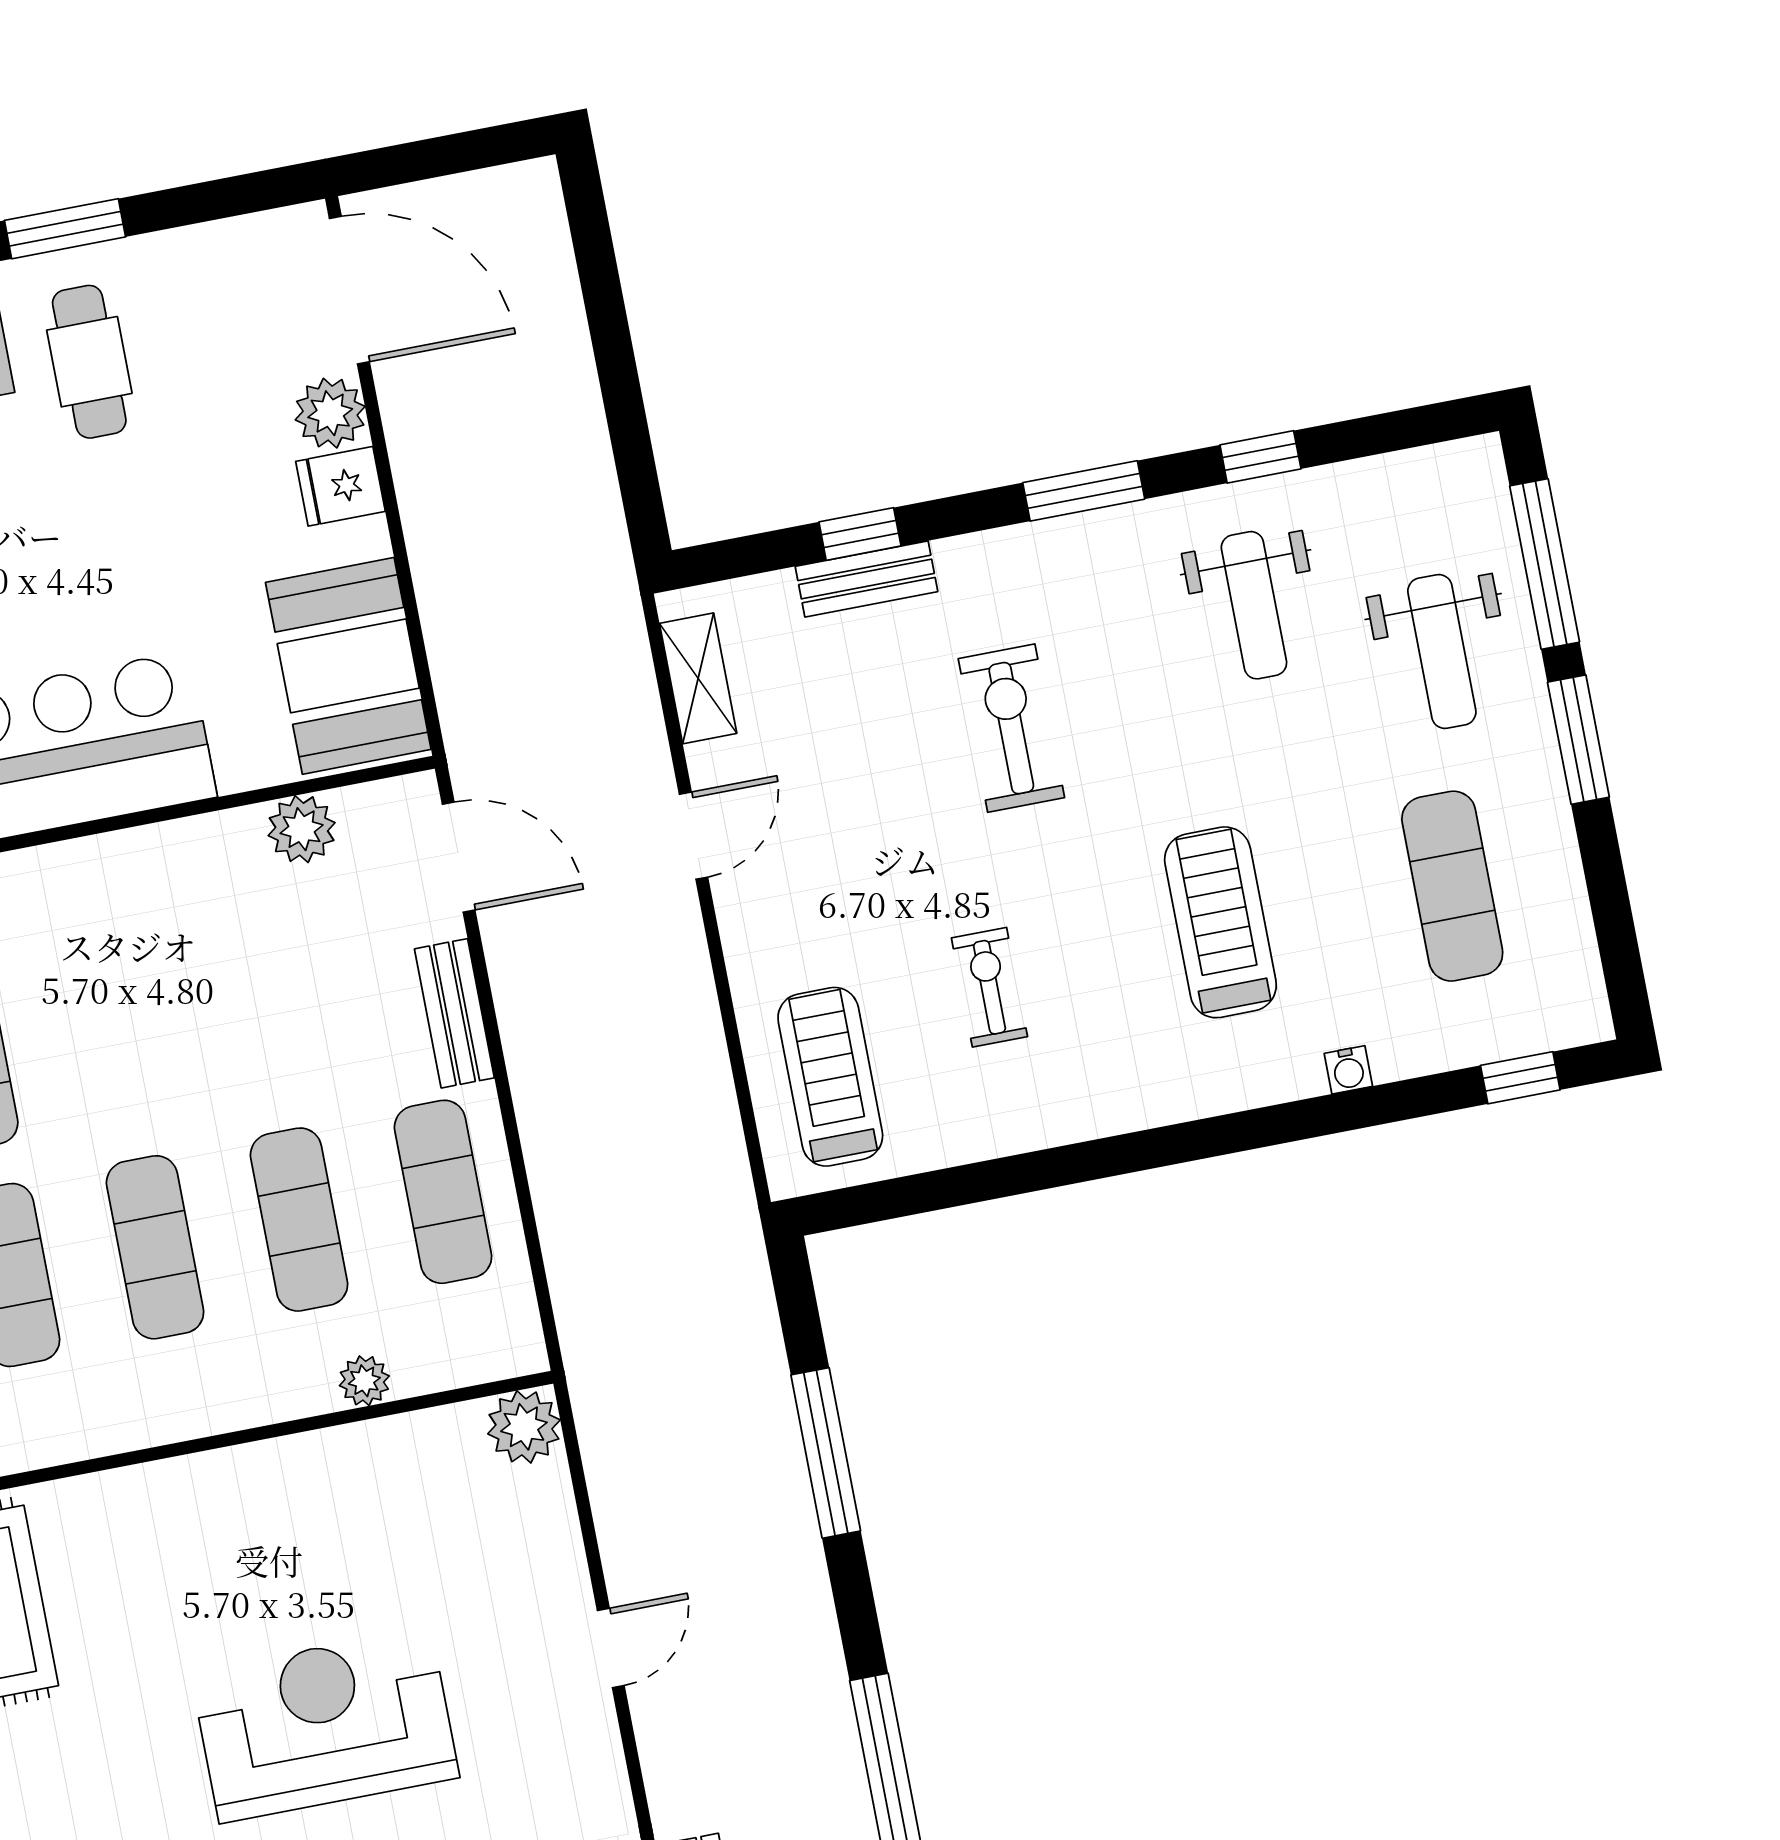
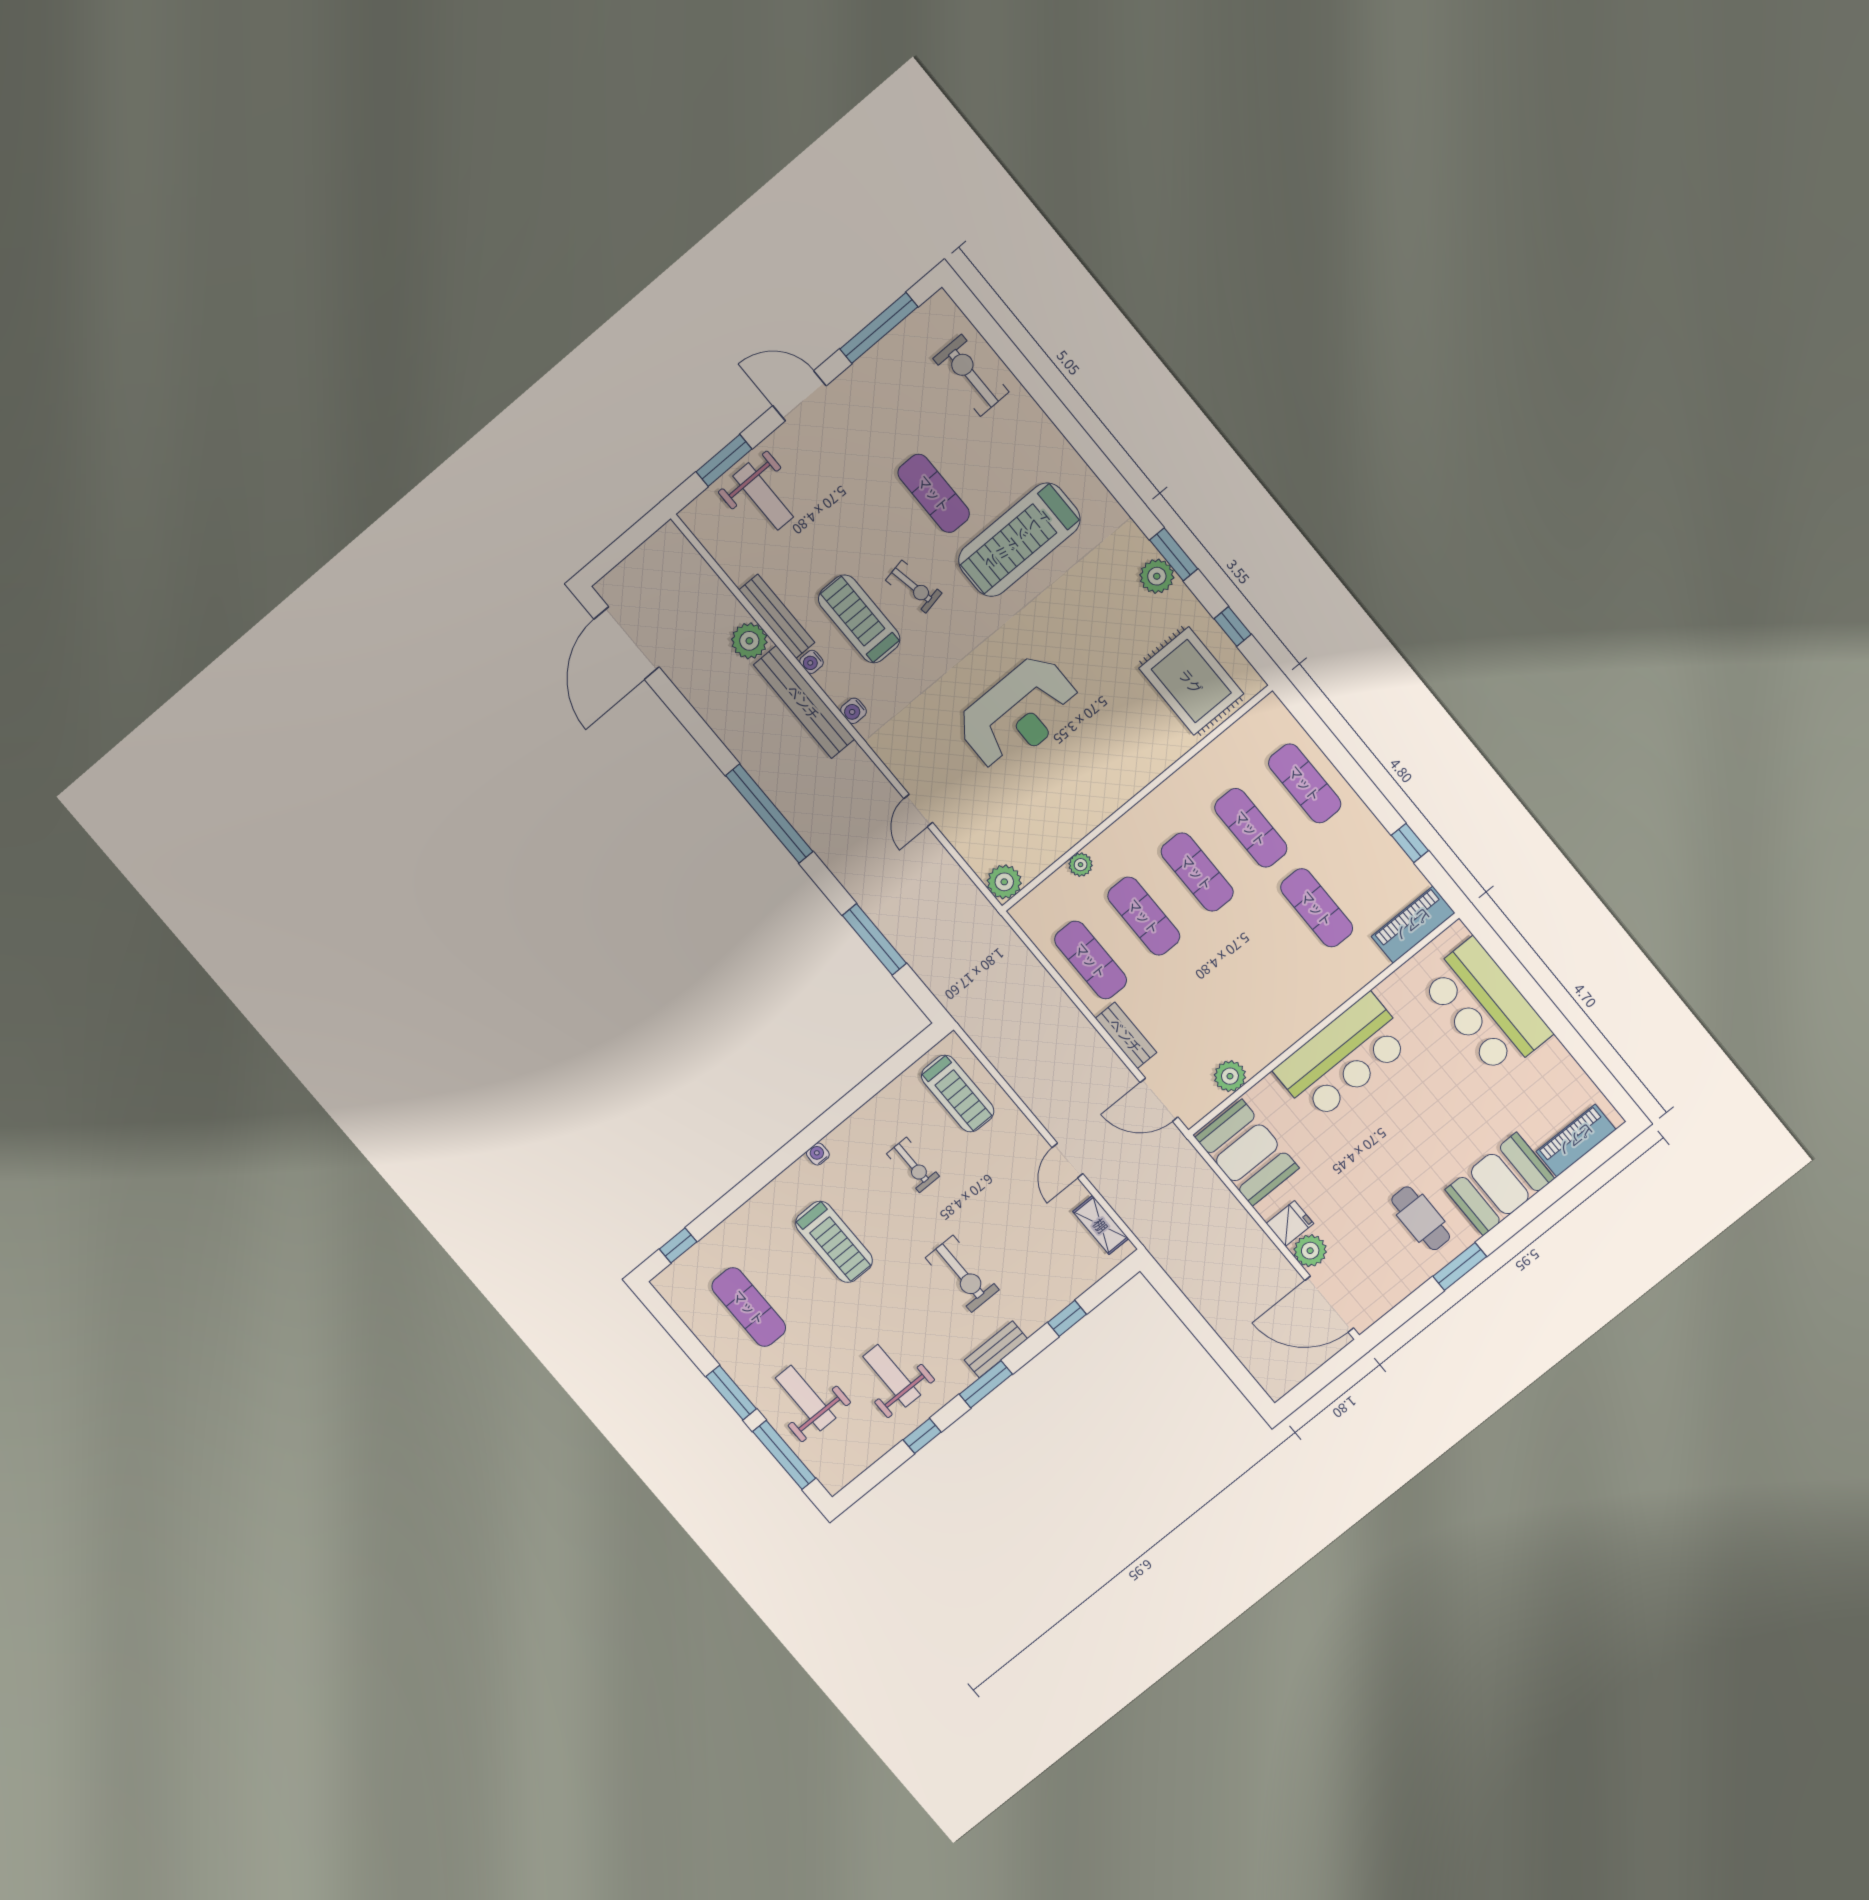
bench: (866, 579) -> (996, 1349), moved
water cooler: (1348, 1070) -> (818, 1154), moved

